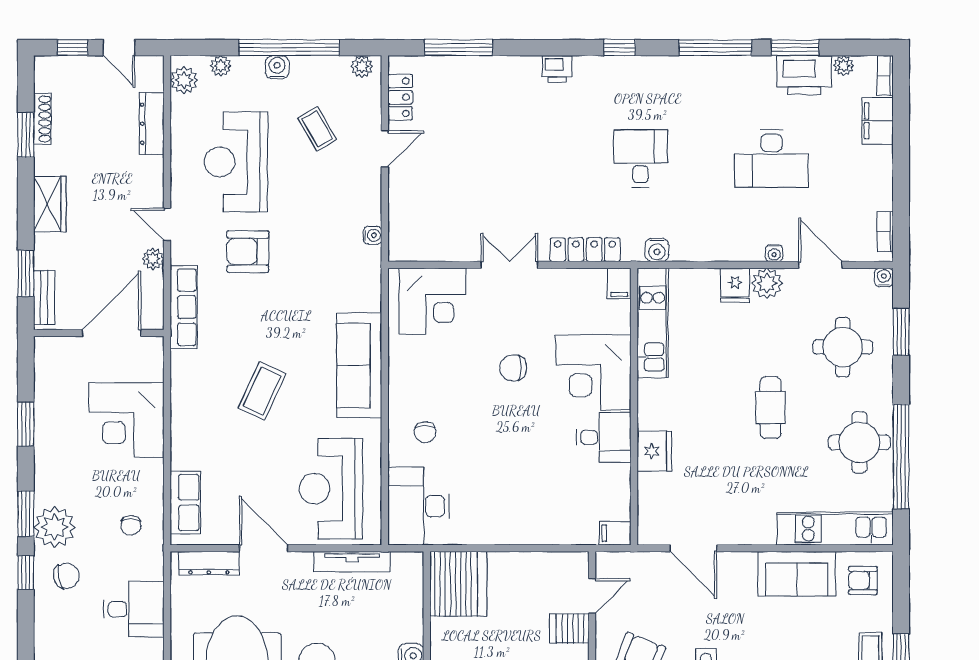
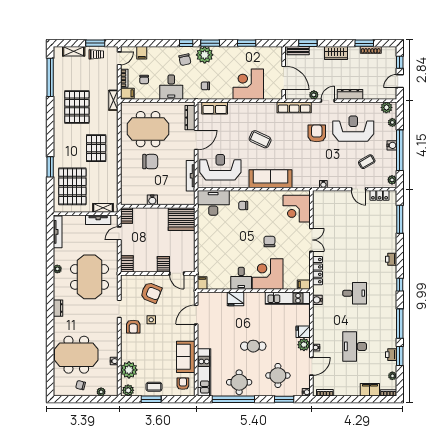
printer: (804, 75) -> (391, 355), width x0.53, depth x0.68
dresser: (152, 124) -> (350, 94), moved

